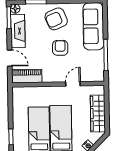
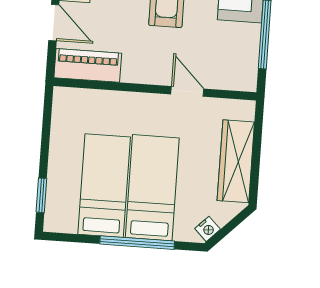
door: (73, 84) -> (187, 91), hinge flipped

